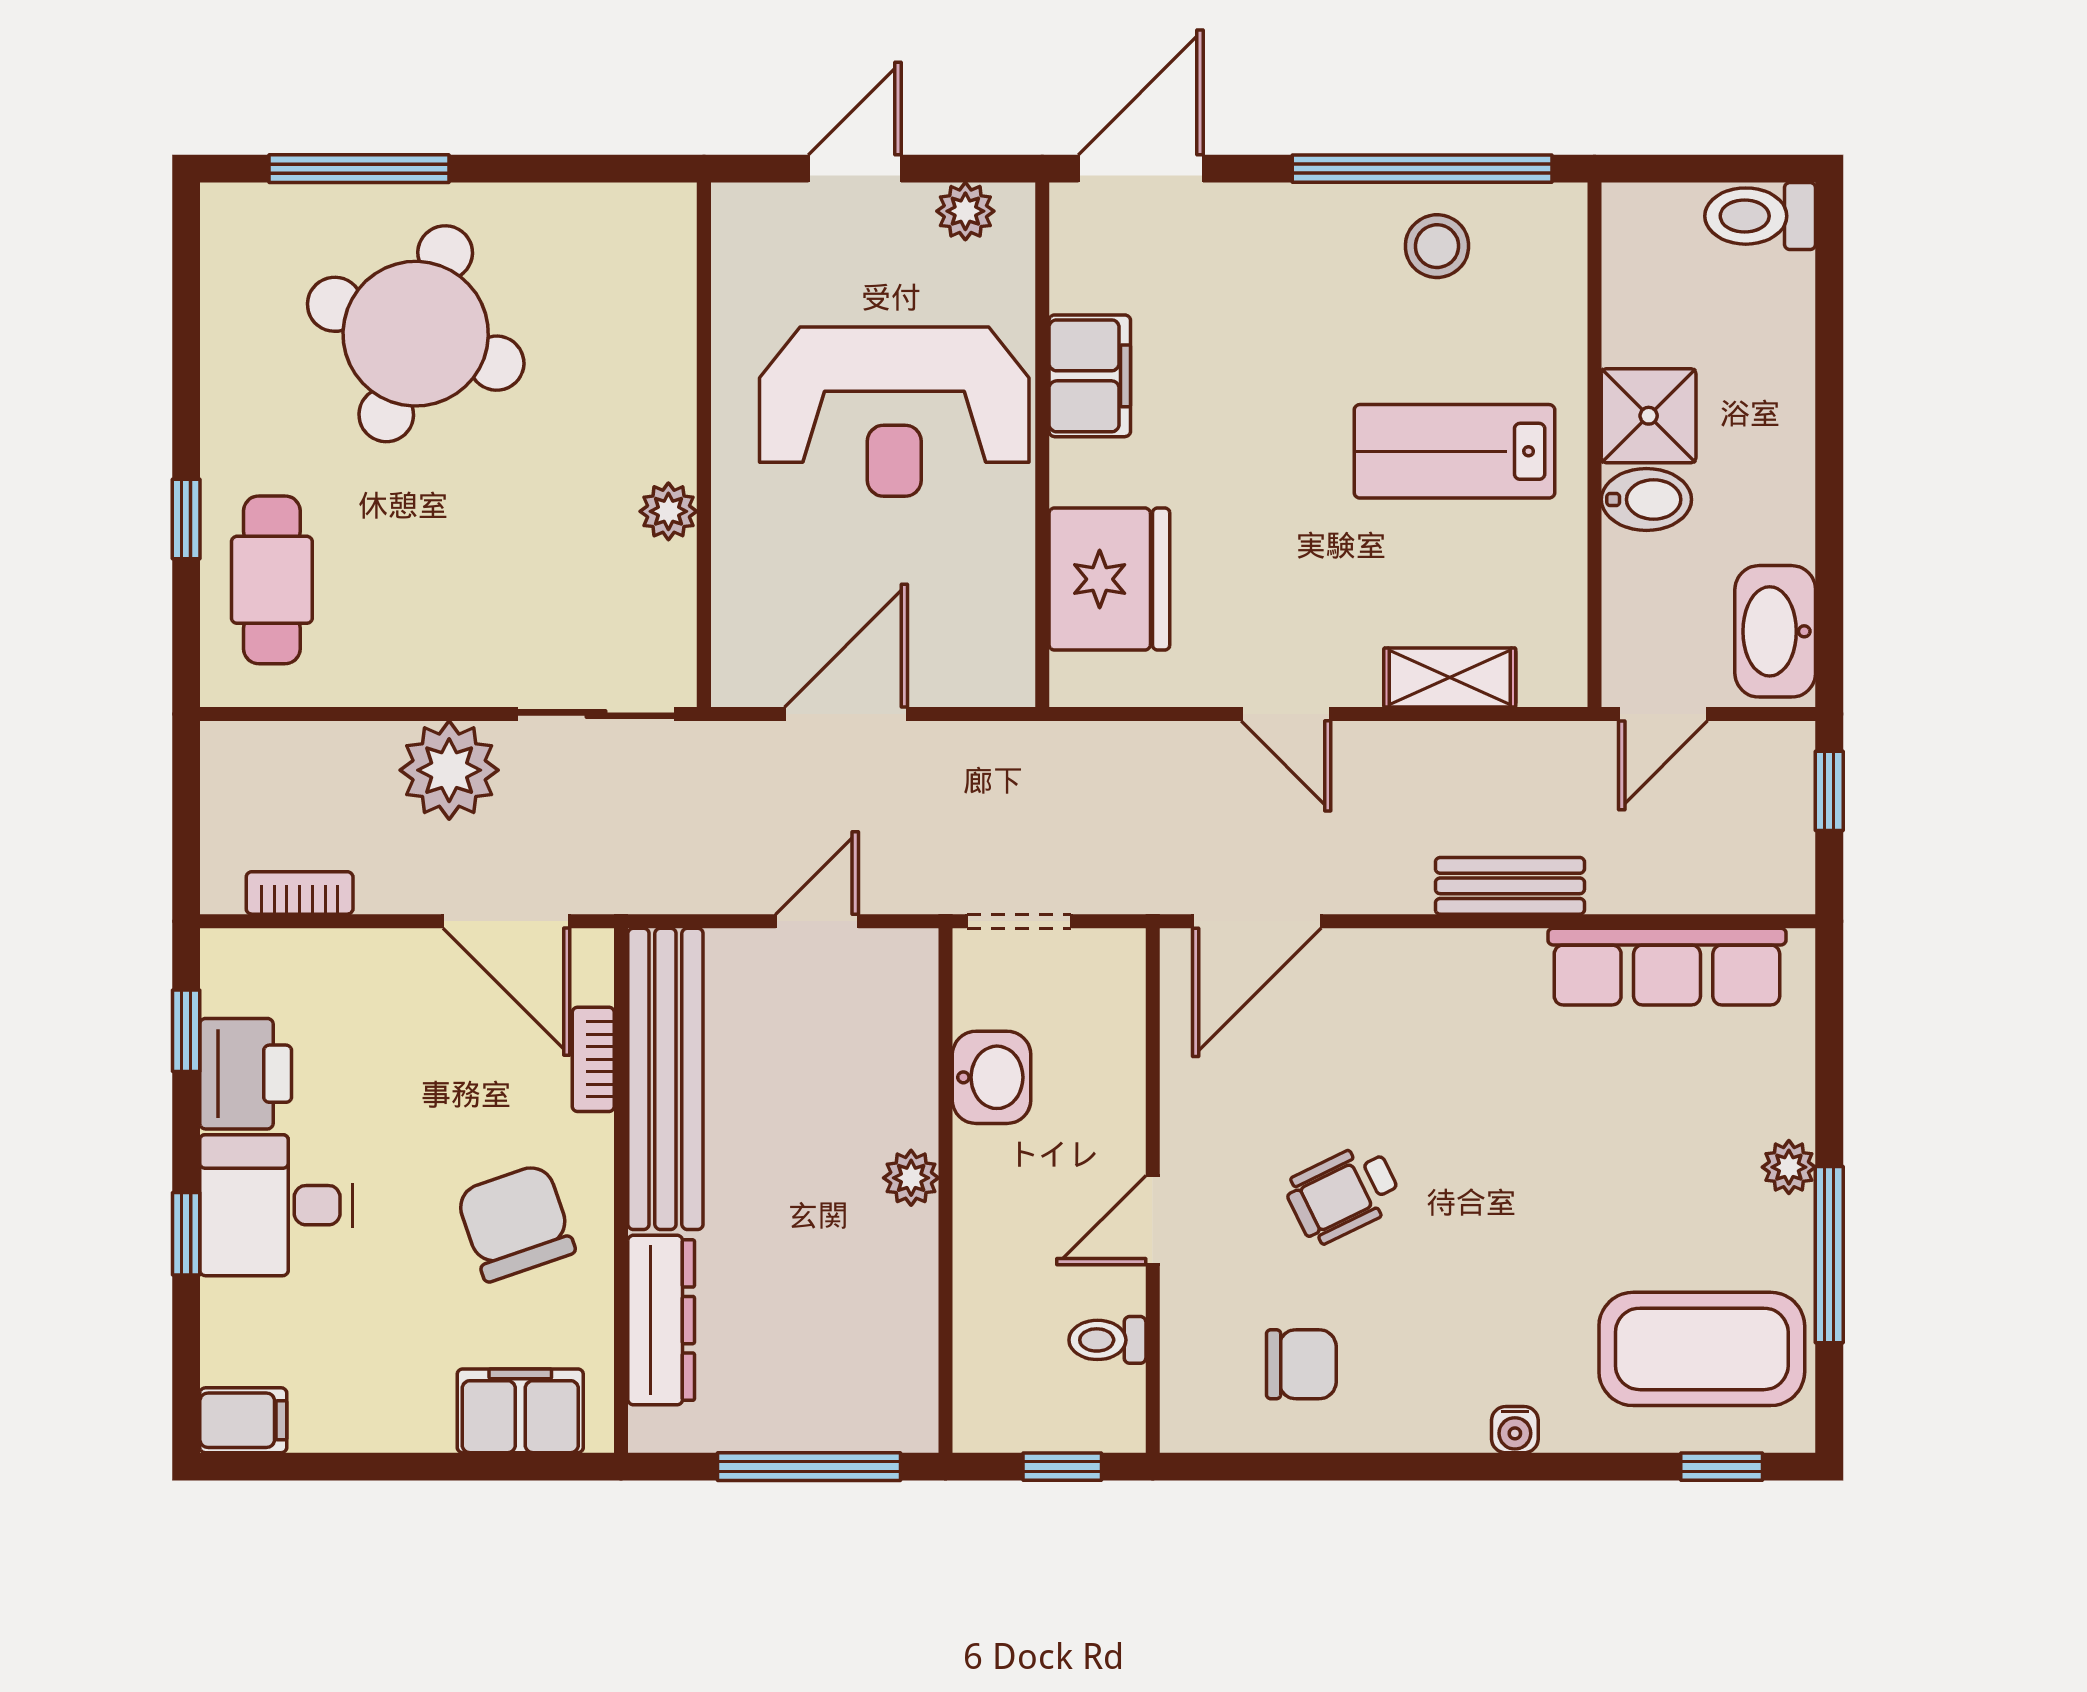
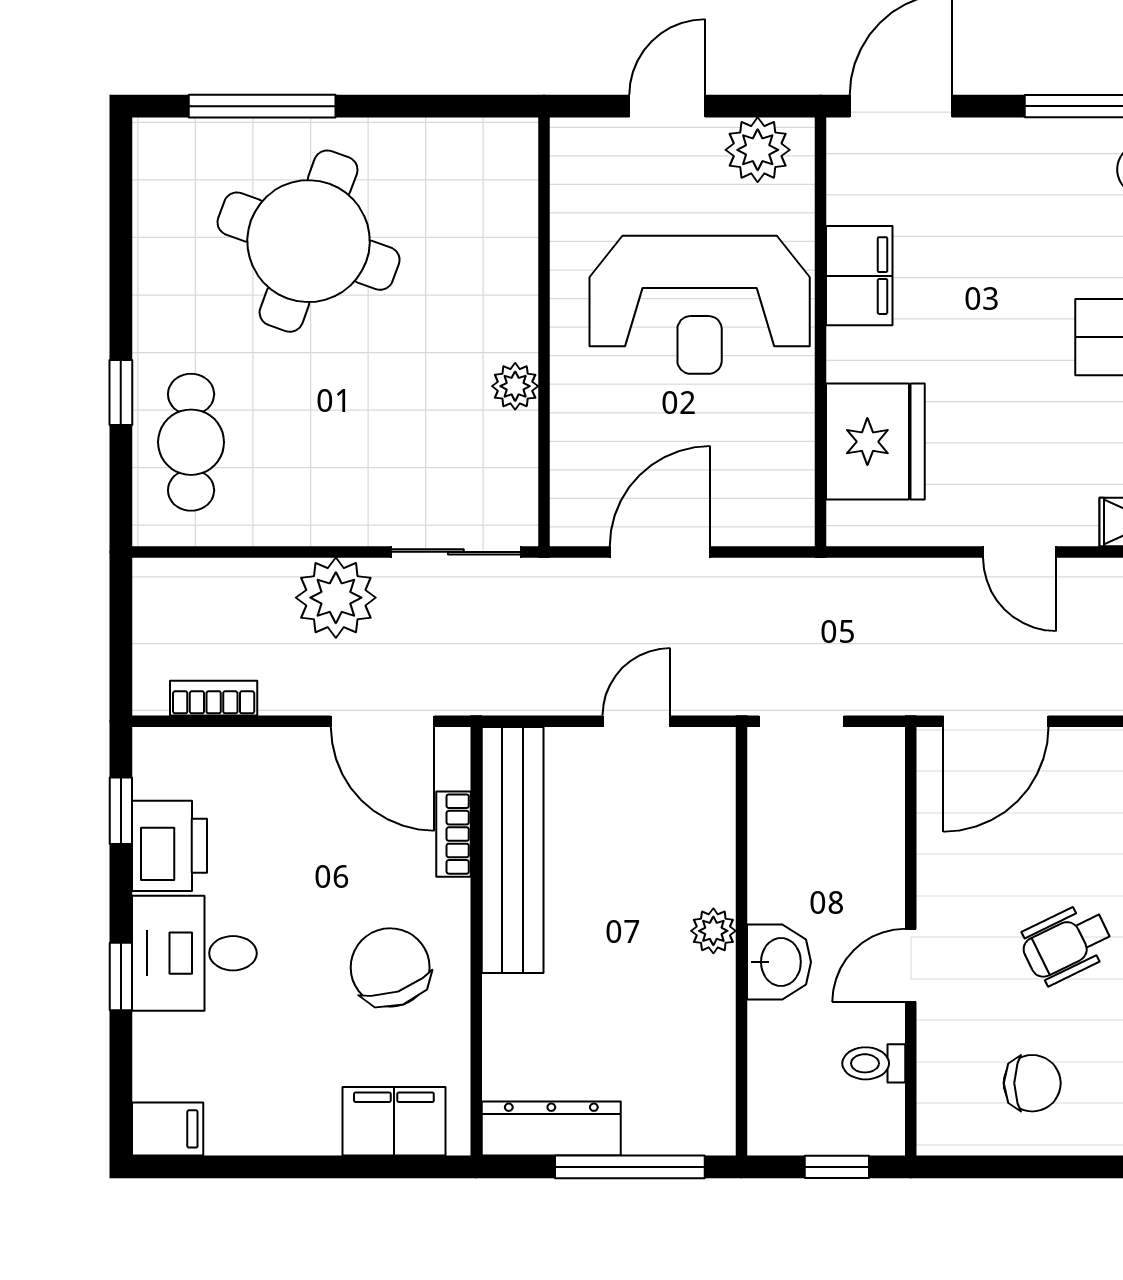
plant: (965, 211) -> (758, 150), width x1.38, depth x1.38
washbasin: (992, 1077) -> (779, 962), moved
dresser: (661, 1320) -> (551, 1128), moved, turned -90

